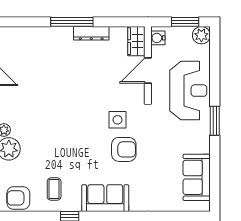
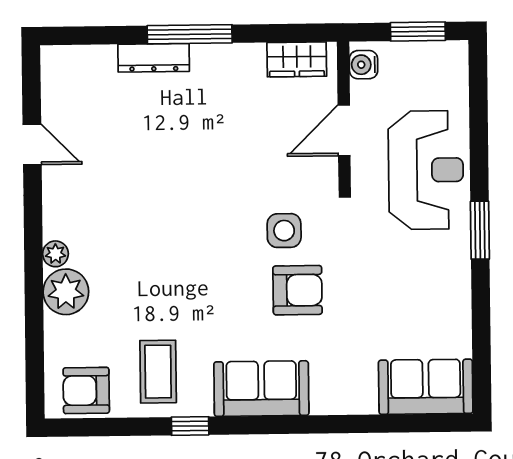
dresser: (91, 33) -> (154, 58), moved
plant: (201, 35) -> (451, 58), removed
wardrobe: (136, 41) -> (297, 59), moved, turned -90
sofa: (197, 177) -> (426, 387), moved, turned 90
coffee table: (54, 189) -> (158, 372), width x1.36, depth x1.30

